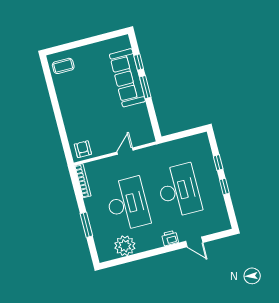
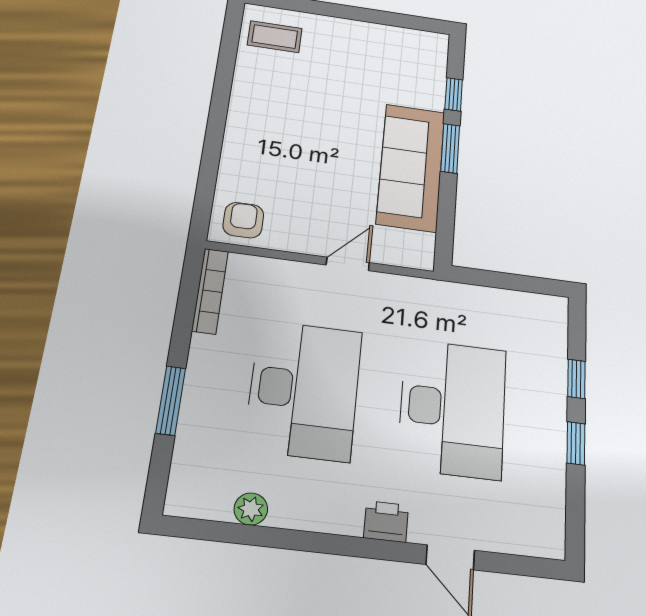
sofa: (127, 78) -> (411, 167), moved
plant: (125, 246) -> (251, 509), width x0.53, depth x0.53

